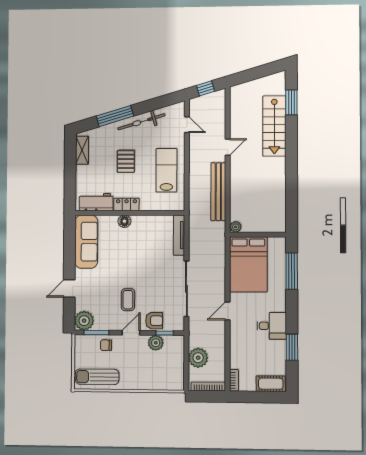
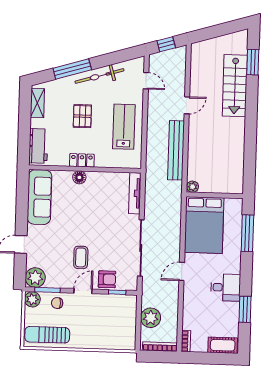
workbench: (96, 202) -> (38, 146), moved, turned 90
plant: (156, 343) -> (32, 299), moved

